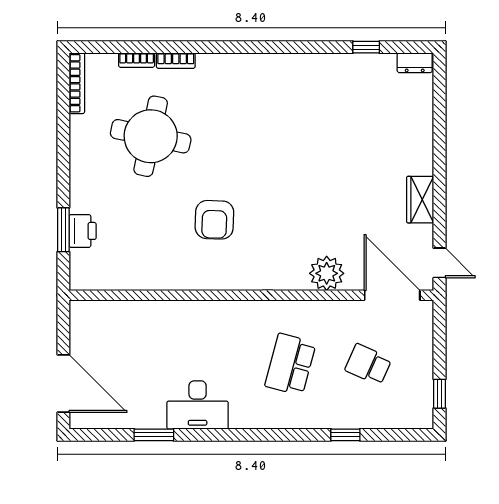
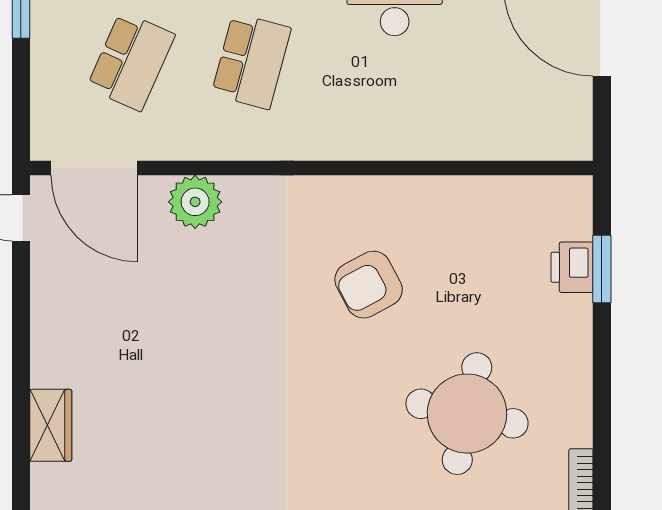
wardrobe: (420, 200) -> (51, 425), moved
armchair: (214, 220) -> (369, 285), turned -120
school desk: (368, 364) -> (131, 61), width x1.85

